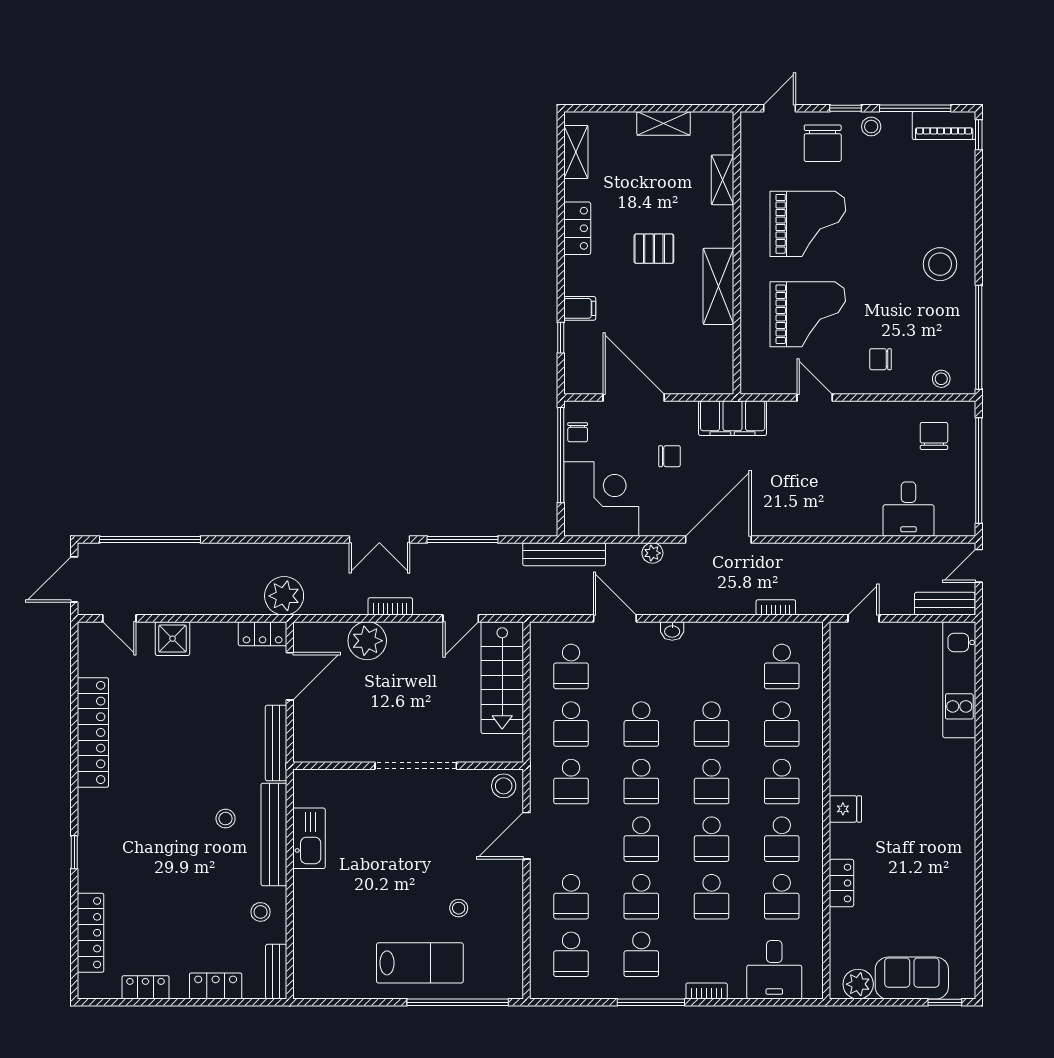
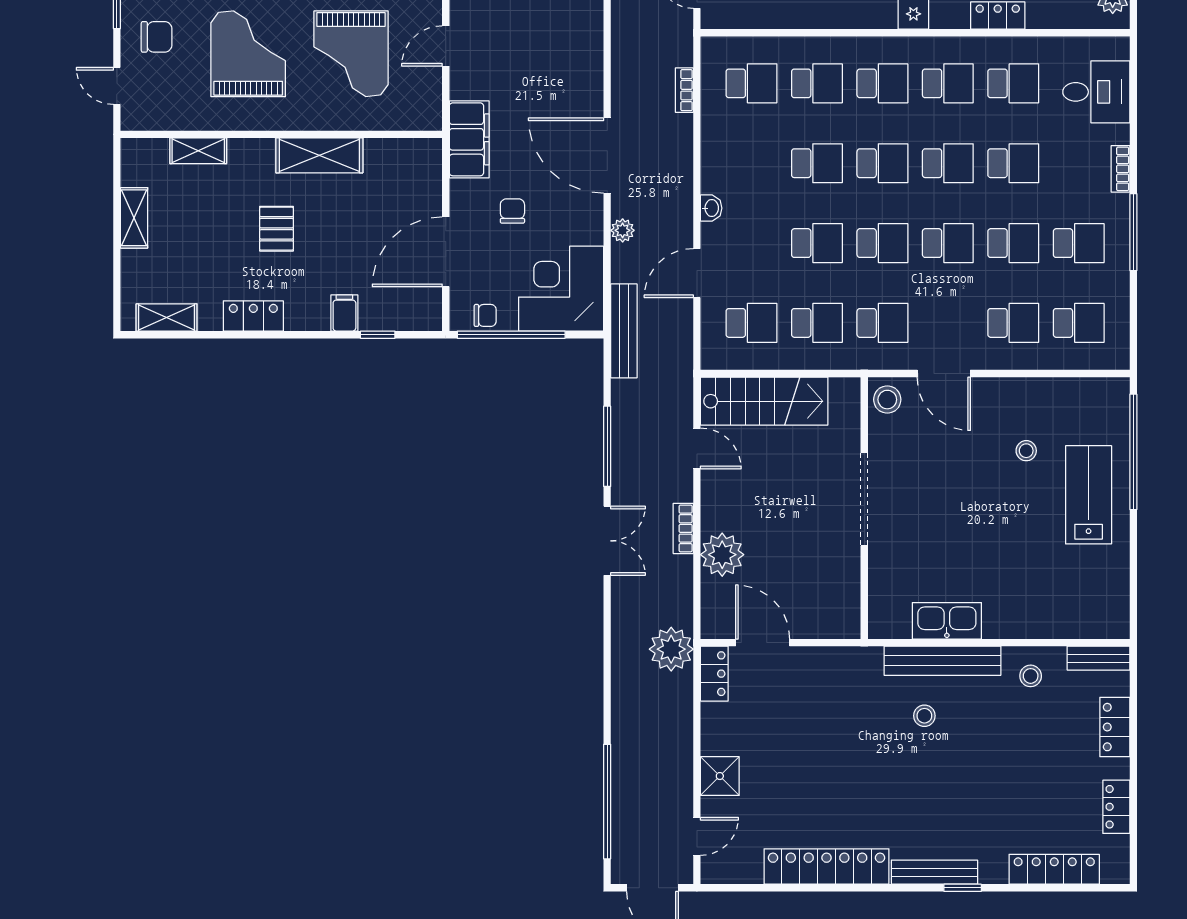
chair: (823, 143) -> (157, 37), width x0.73, depth x0.73
grand piano: (808, 314) -> (351, 54), turned 180
bench: (276, 743) -> (934, 872), moved

